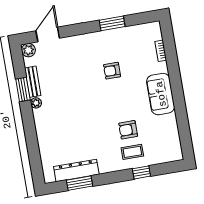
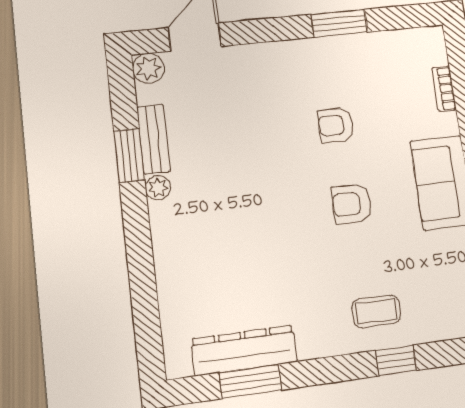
armchair: (128, 130) -> (352, 204), moved

